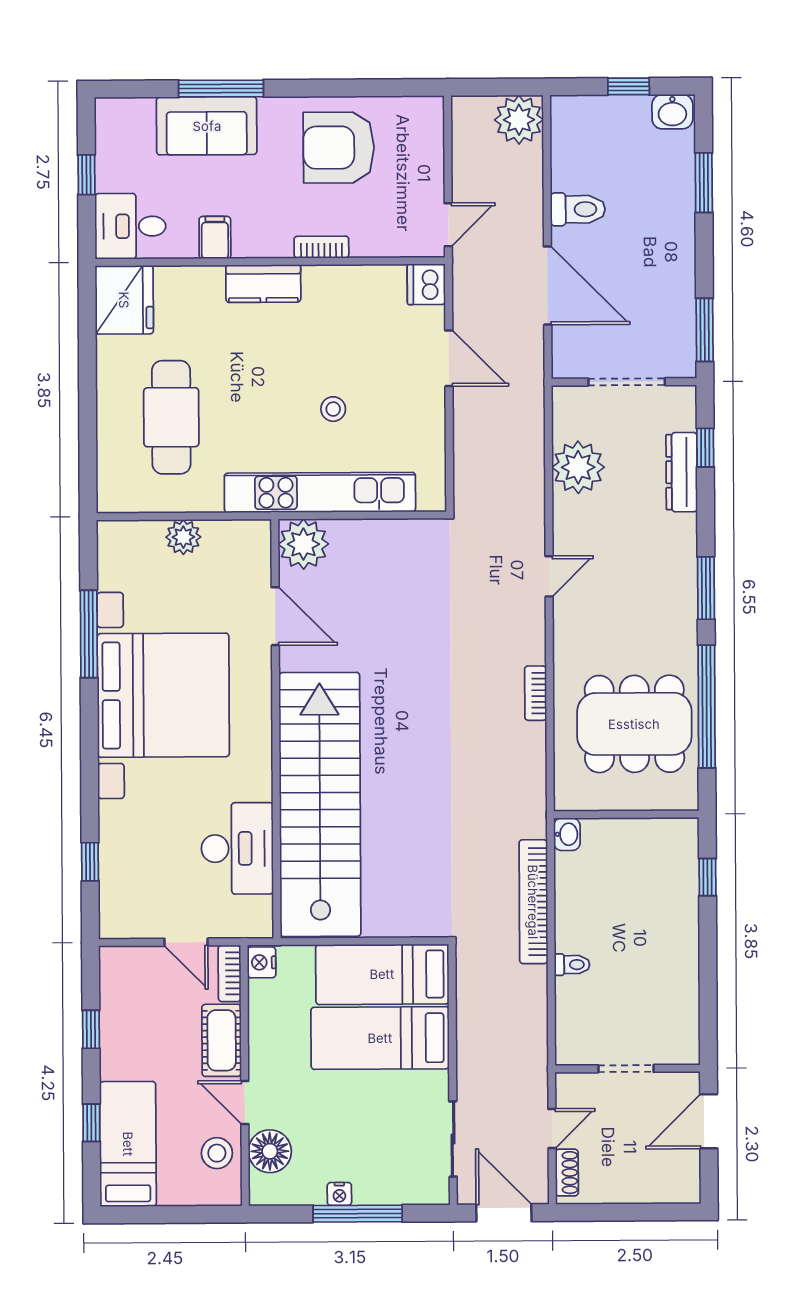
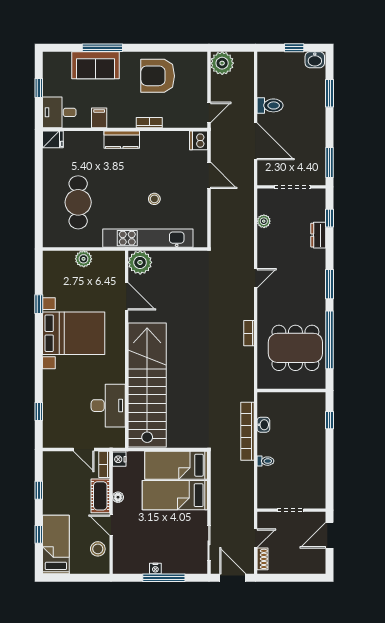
plant: (519, 120) -> (222, 63), moved
fridge: (124, 300) -> (53, 139), width x0.53, depth x0.75
plant: (578, 467) -> (264, 221), width x0.53, depth x0.53
dresser: (682, 472) -> (318, 235), width x0.70
window: (89, 634) -> (39, 304), width x0.46
bed with nightstands: (163, 695) -> (74, 333), width x0.73
washbasin: (567, 834) -> (263, 425), moved
floor lamp: (270, 1151) -> (118, 497), moved, width x0.53, depth x0.53

